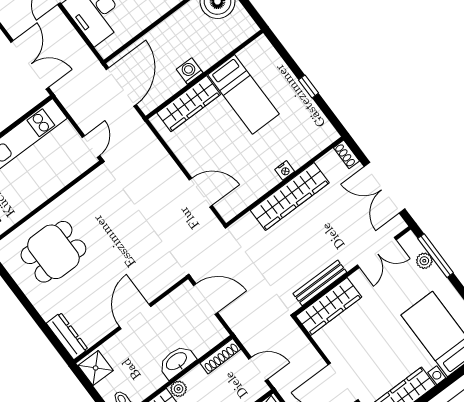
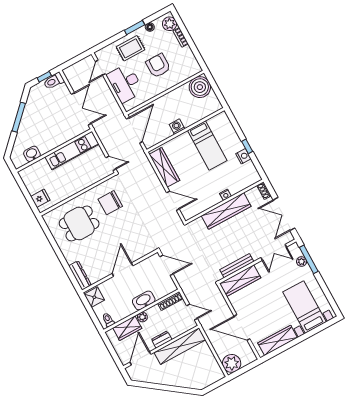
nightstand: (305, 103) -> (243, 156), added
wardrobe: (189, 104) -> (164, 167), moved, turned -90
door: (91, 146) -> (111, 163), hinge flipped
chair: (99, 210) -> (110, 203), added

